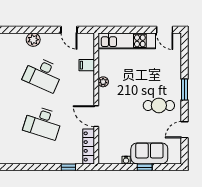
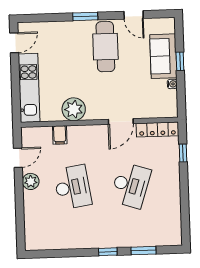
plant: (33, 40) -> (31, 181), moved
desk: (43, 74) -> (73, 187), turned -33
plant: (103, 82) -> (74, 109), width x1.88, depth x1.88
cafe table: (159, 105) -> (105, 47), width x1.37, depth x1.35

